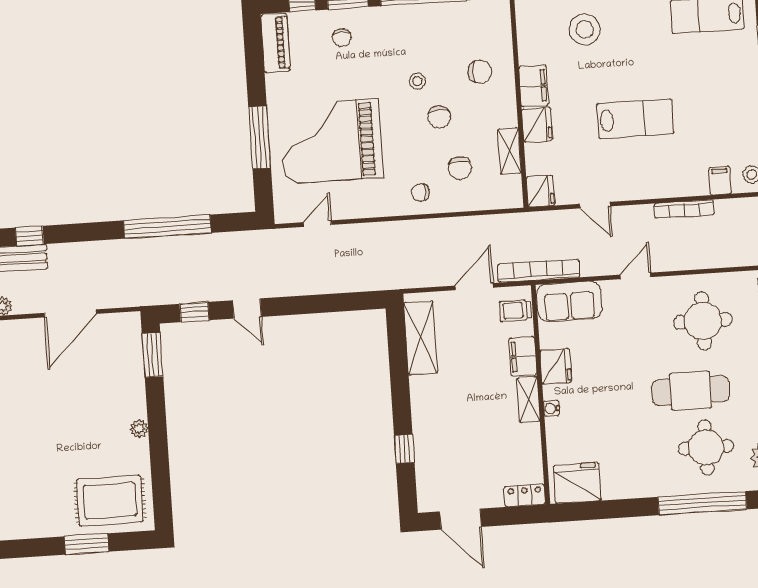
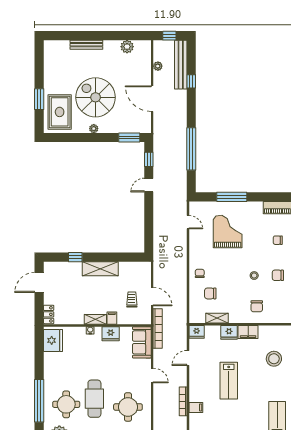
chair: (439, 117) -> (278, 275), moved
grand piano: (331, 141) -> (228, 232), width x0.73, depth x0.68
filing cabinet: (720, 181) -> (196, 407), moved
trolley: (515, 311) -> (132, 300), moved
shelving: (421, 338) -> (100, 269), moved
filing cabinet: (523, 356) -> (112, 318), width x0.50
spiral stairs: (75, 429) -> (96, 97), added

